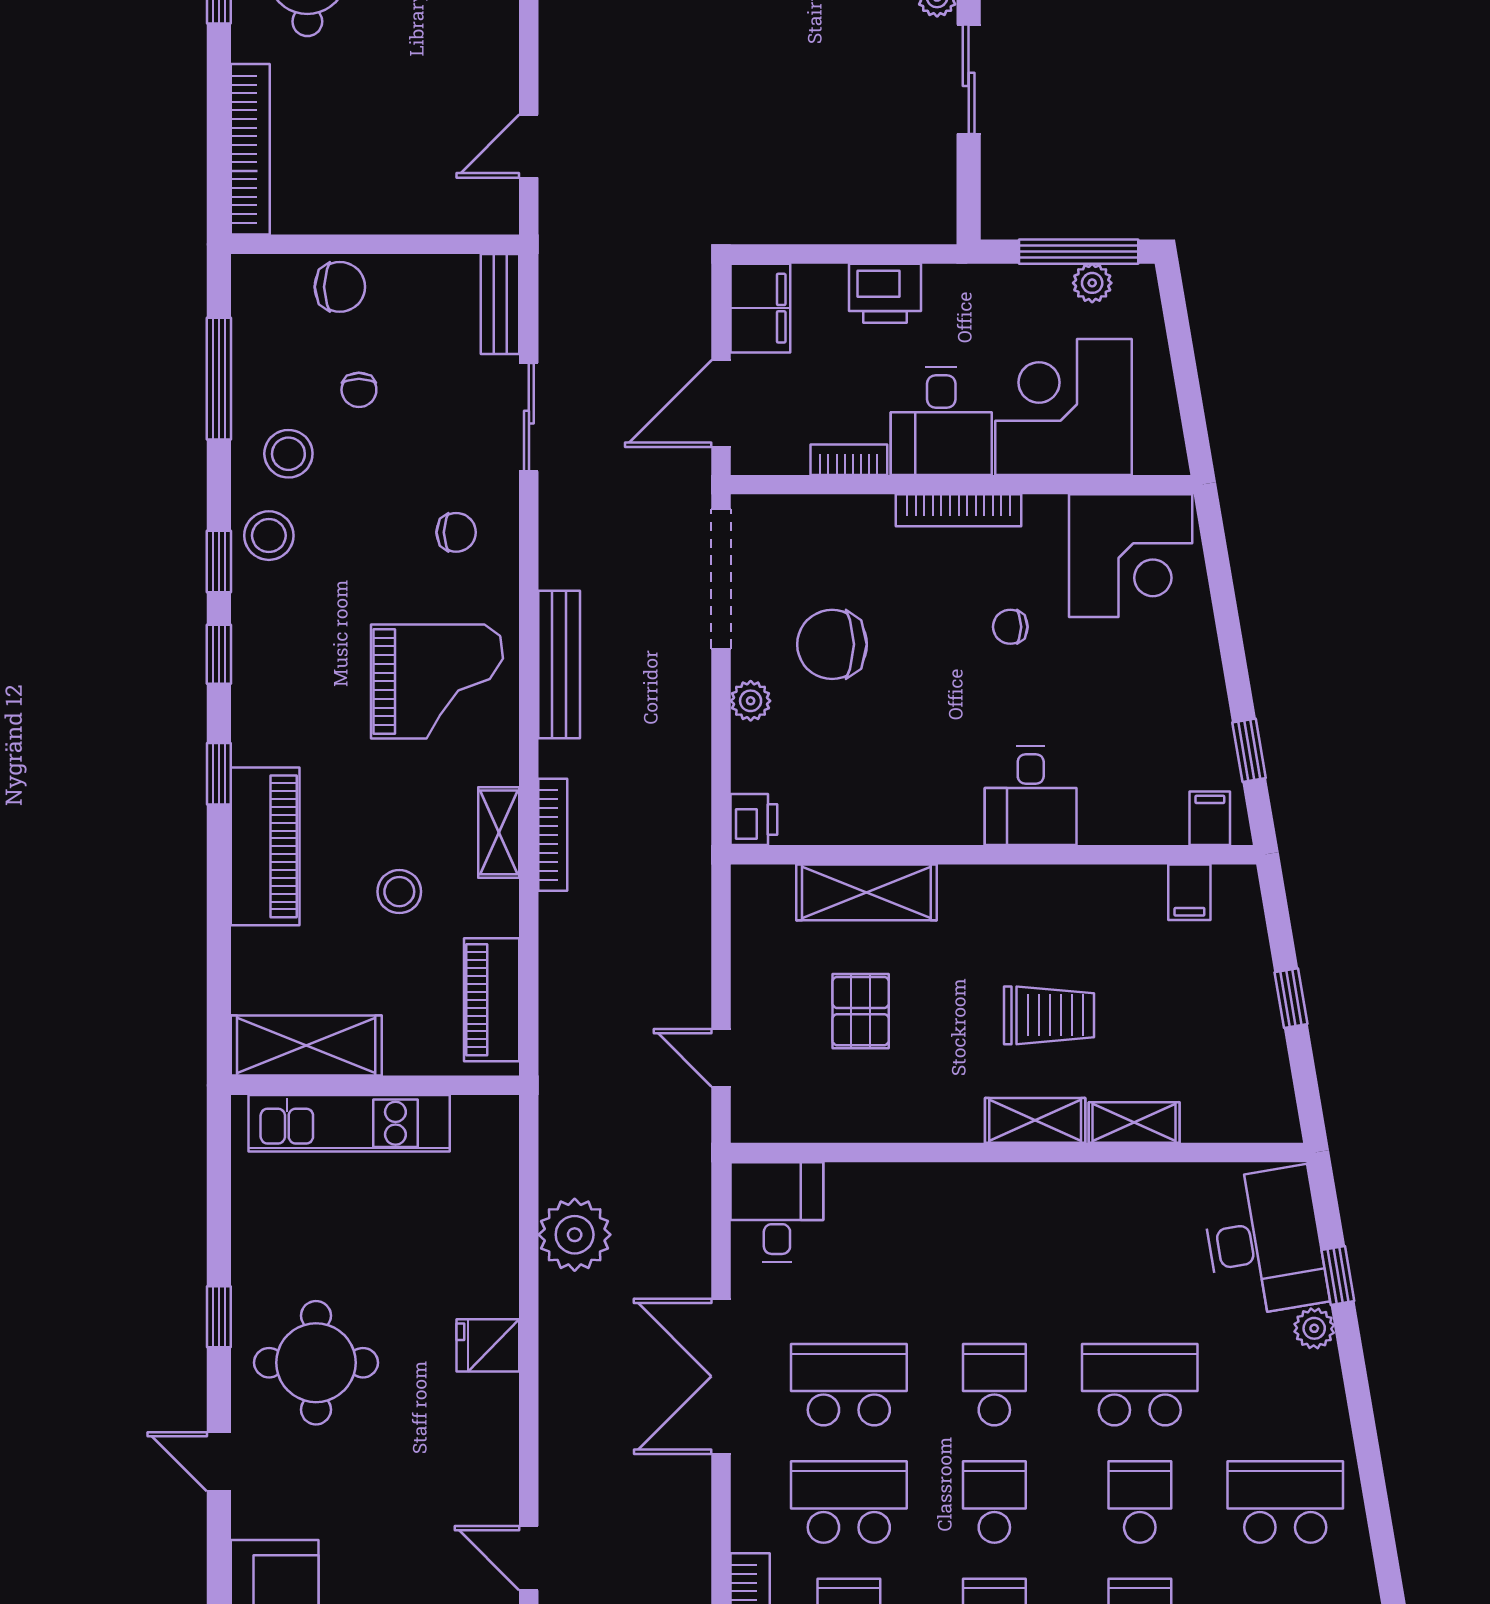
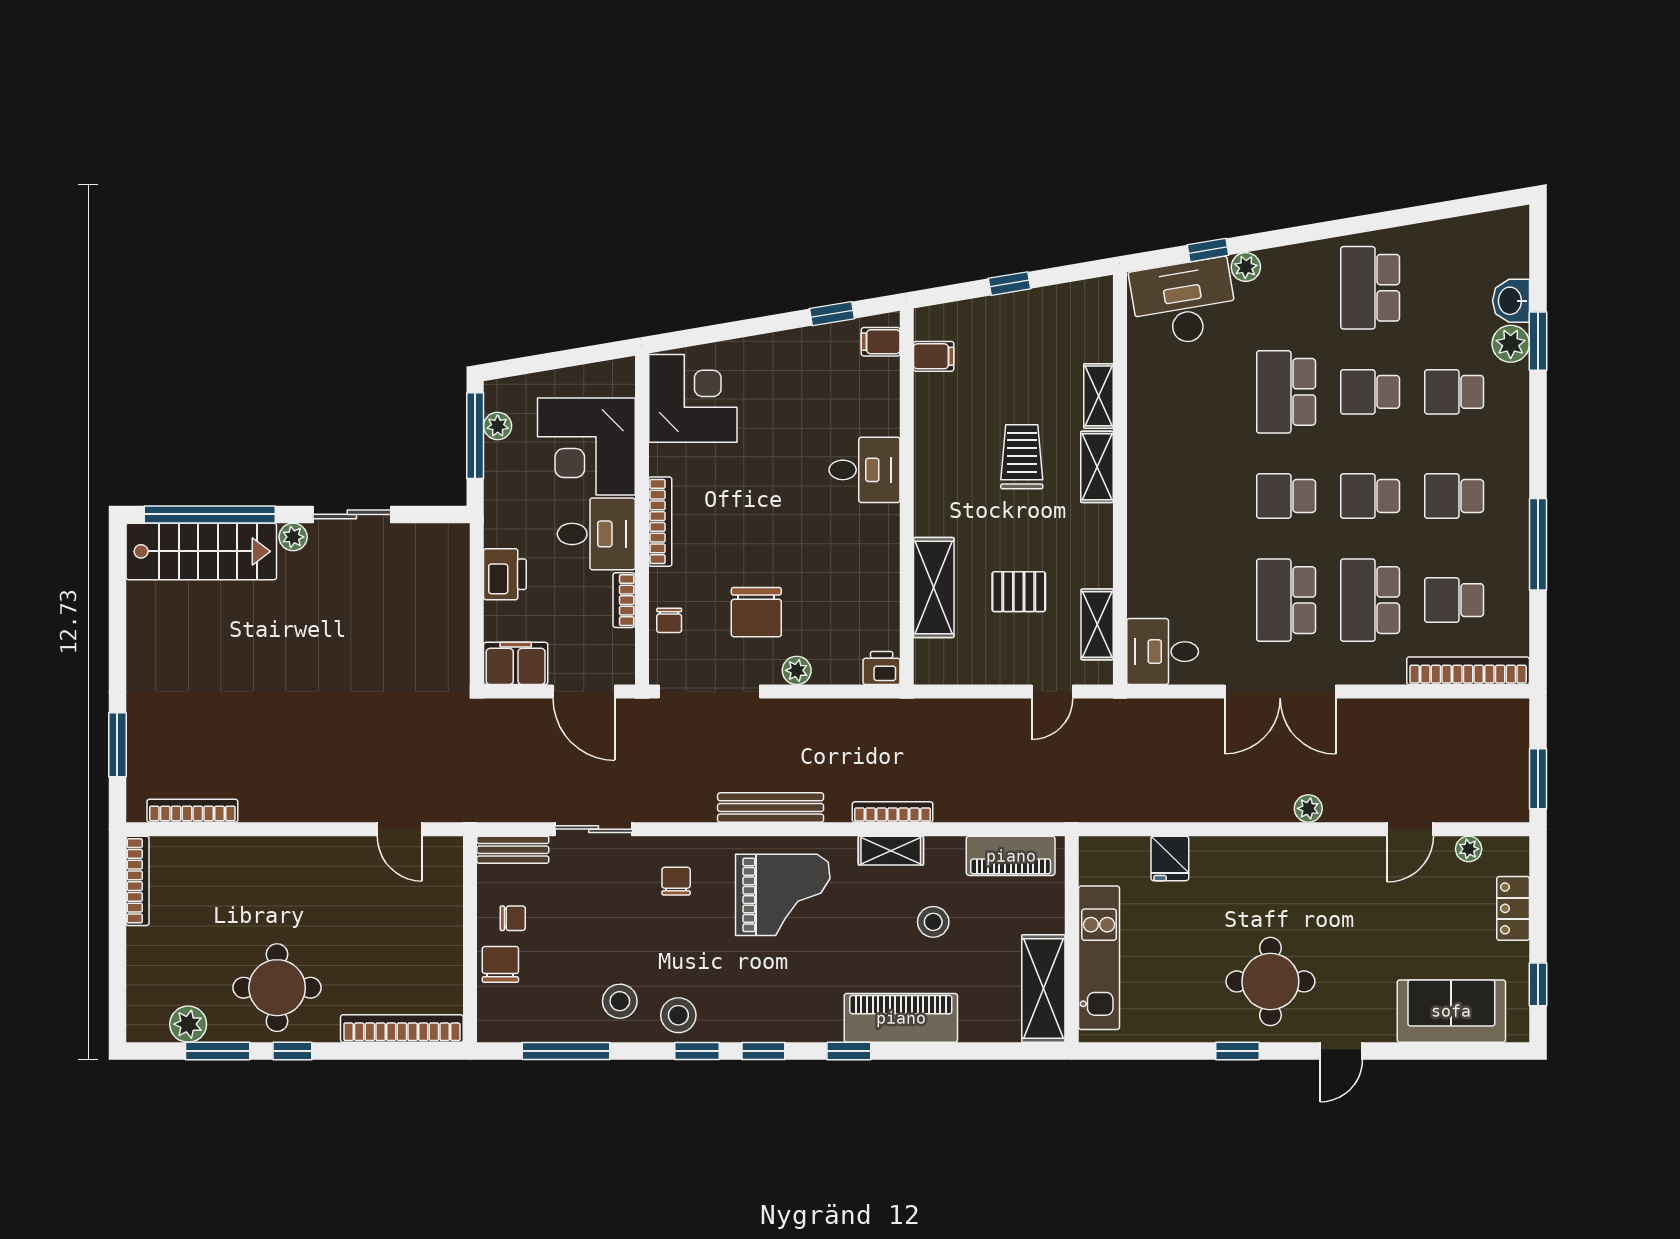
chair: (359, 390) -> (513, 918), moved
chair: (1010, 627) -> (669, 620), moved
grand piano: (437, 681) -> (783, 895), turned 90
shelving: (815, 1121) -> (1097, 624), added
plant: (575, 1235) -> (1308, 808), moved, width x0.53, depth x0.53
fridge: (488, 1345) -> (1170, 858), moved

